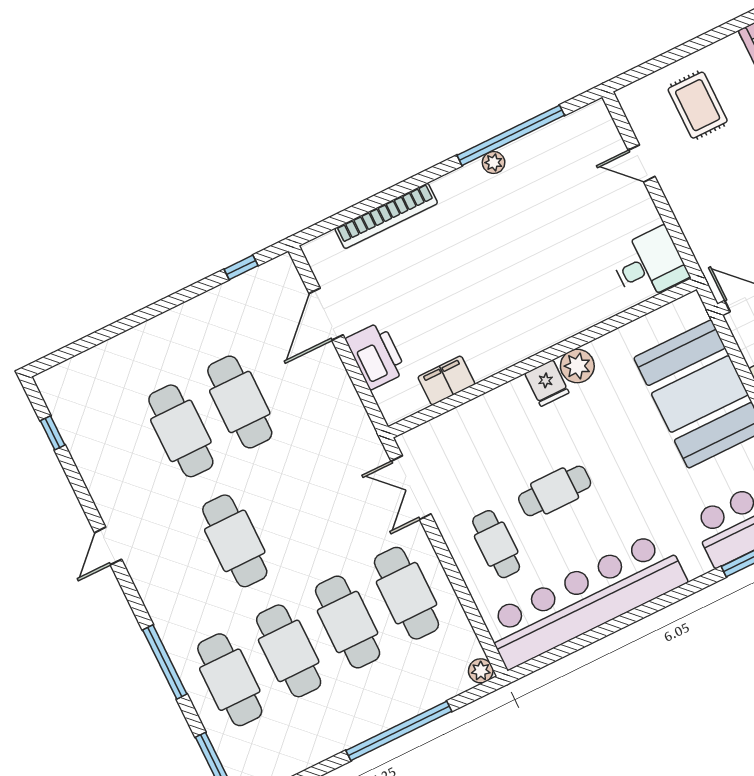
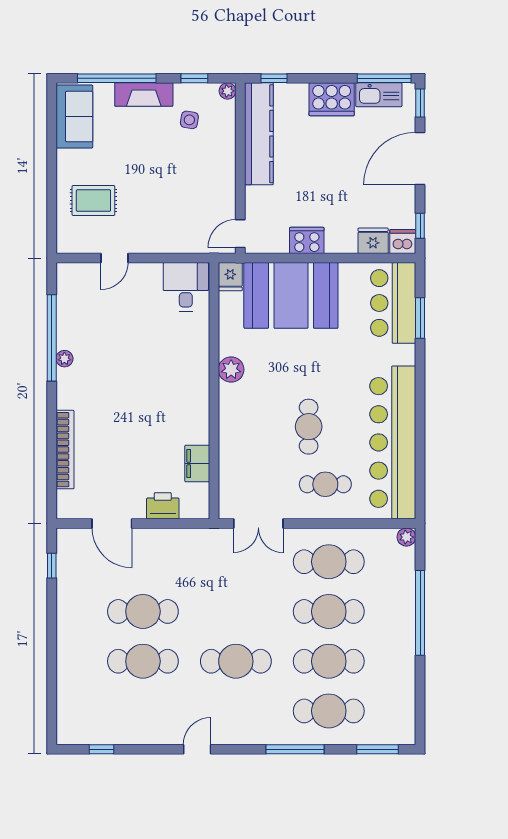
printer: (376, 356) -> (163, 506), width x0.73, depth x0.84
fridge: (547, 383) -> (230, 277), moved, turned 90
door: (108, 546) -> (197, 749), swing flipped

